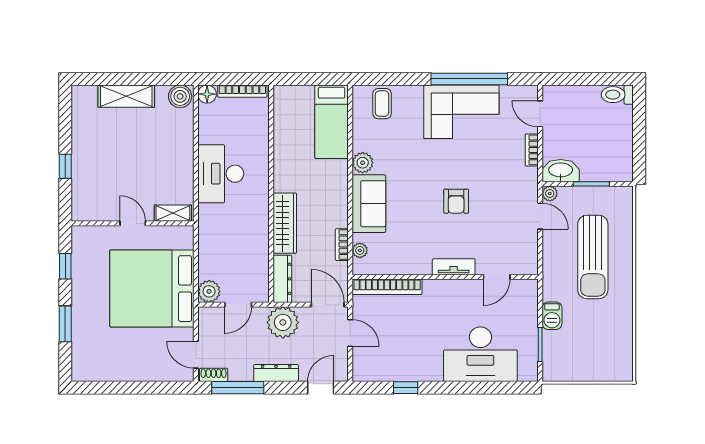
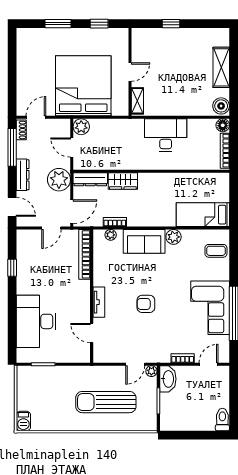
wardrobe: (285, 223) -> (123, 181), width x0.67
barbecue: (552, 316) -> (23, 421), moved, turned -90

